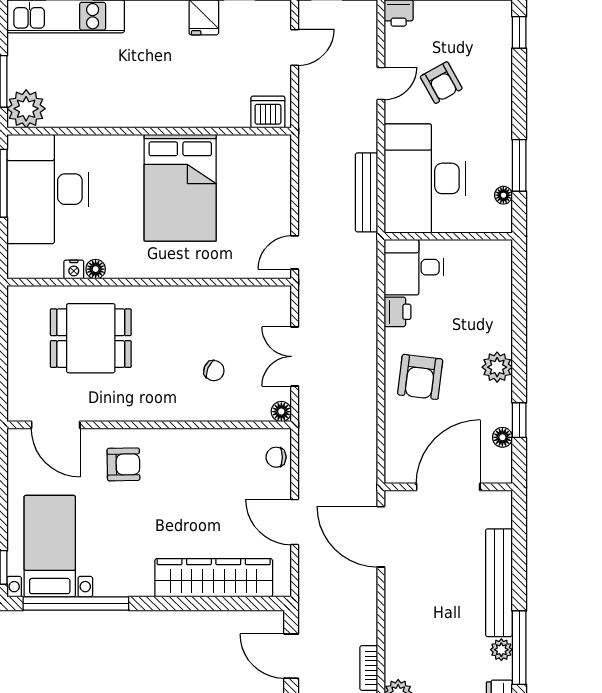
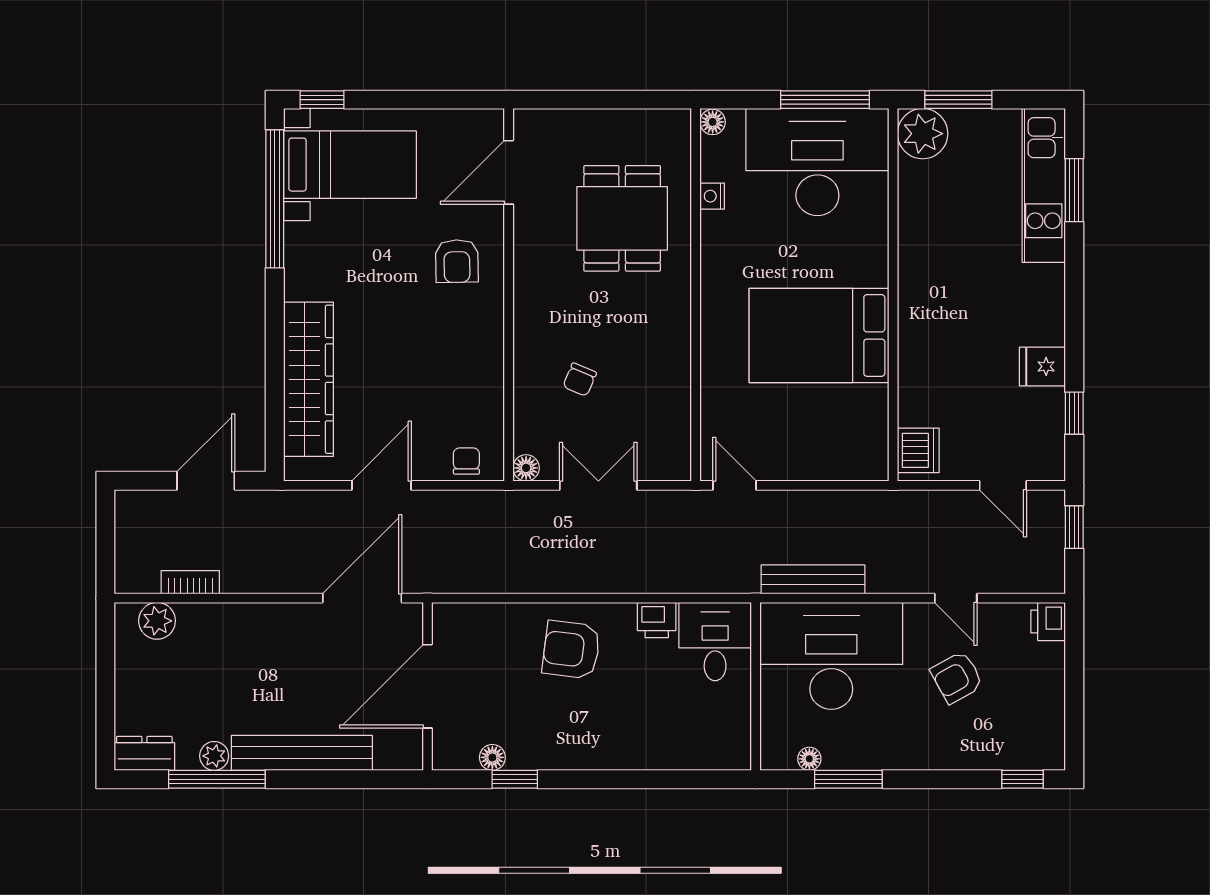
floor lamp: (96, 269) -> (713, 122), moved
plant: (497, 367) -> (584, 750), removed
door: (448, 487) -> (427, 686), swing flipped

